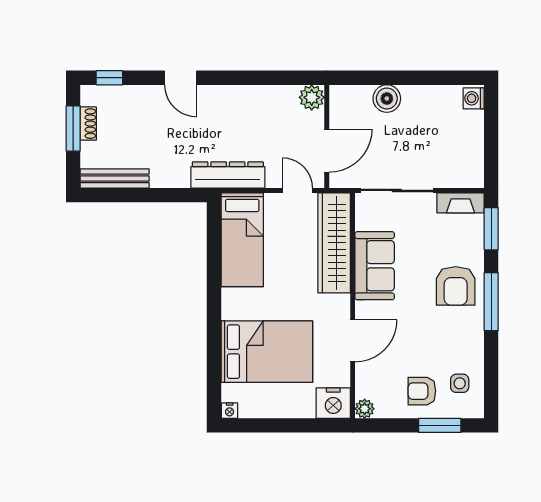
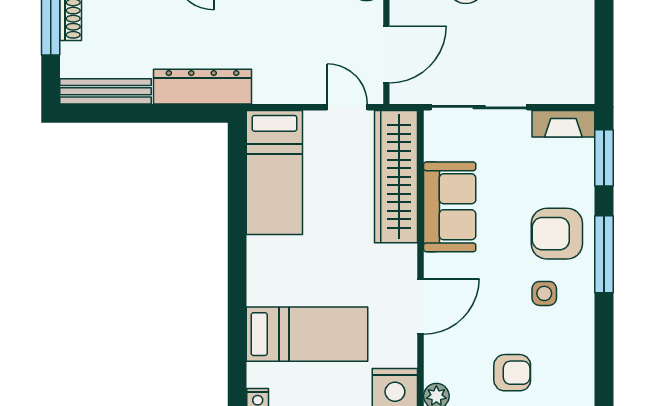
dresser: (228, 175) -> (203, 87), moved
armchair: (456, 286) -> (557, 234), turned 90
bed: (267, 352) -> (307, 334), width x0.67
side table: (460, 383) -> (544, 293), moved
armchair: (422, 391) -> (512, 373), turned 180

